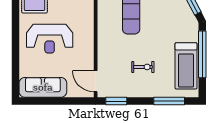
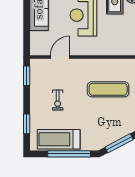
door: (96, 81) -> (60, 57), moved
window: (169, 101) -> (27, 124), width x0.69

